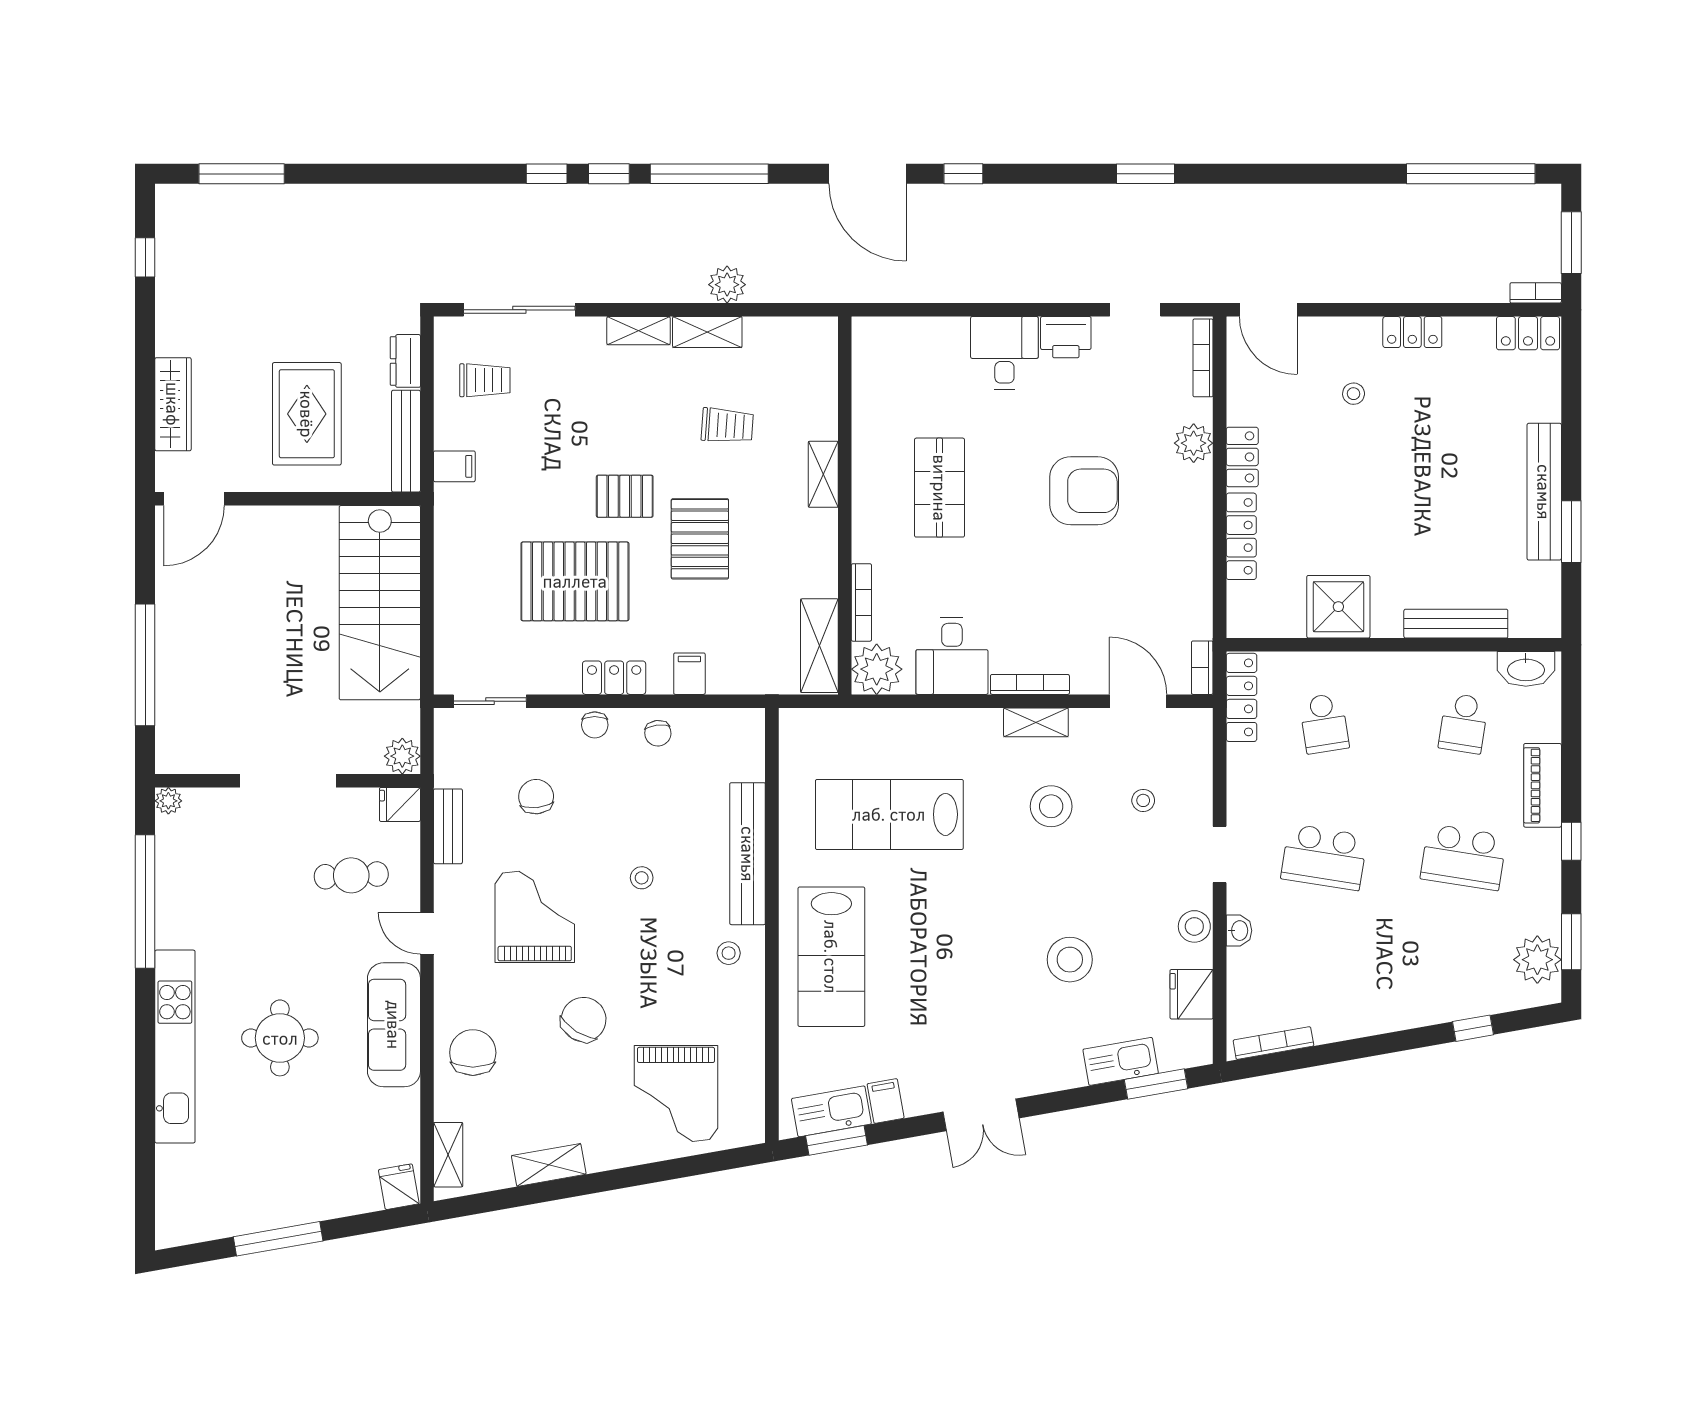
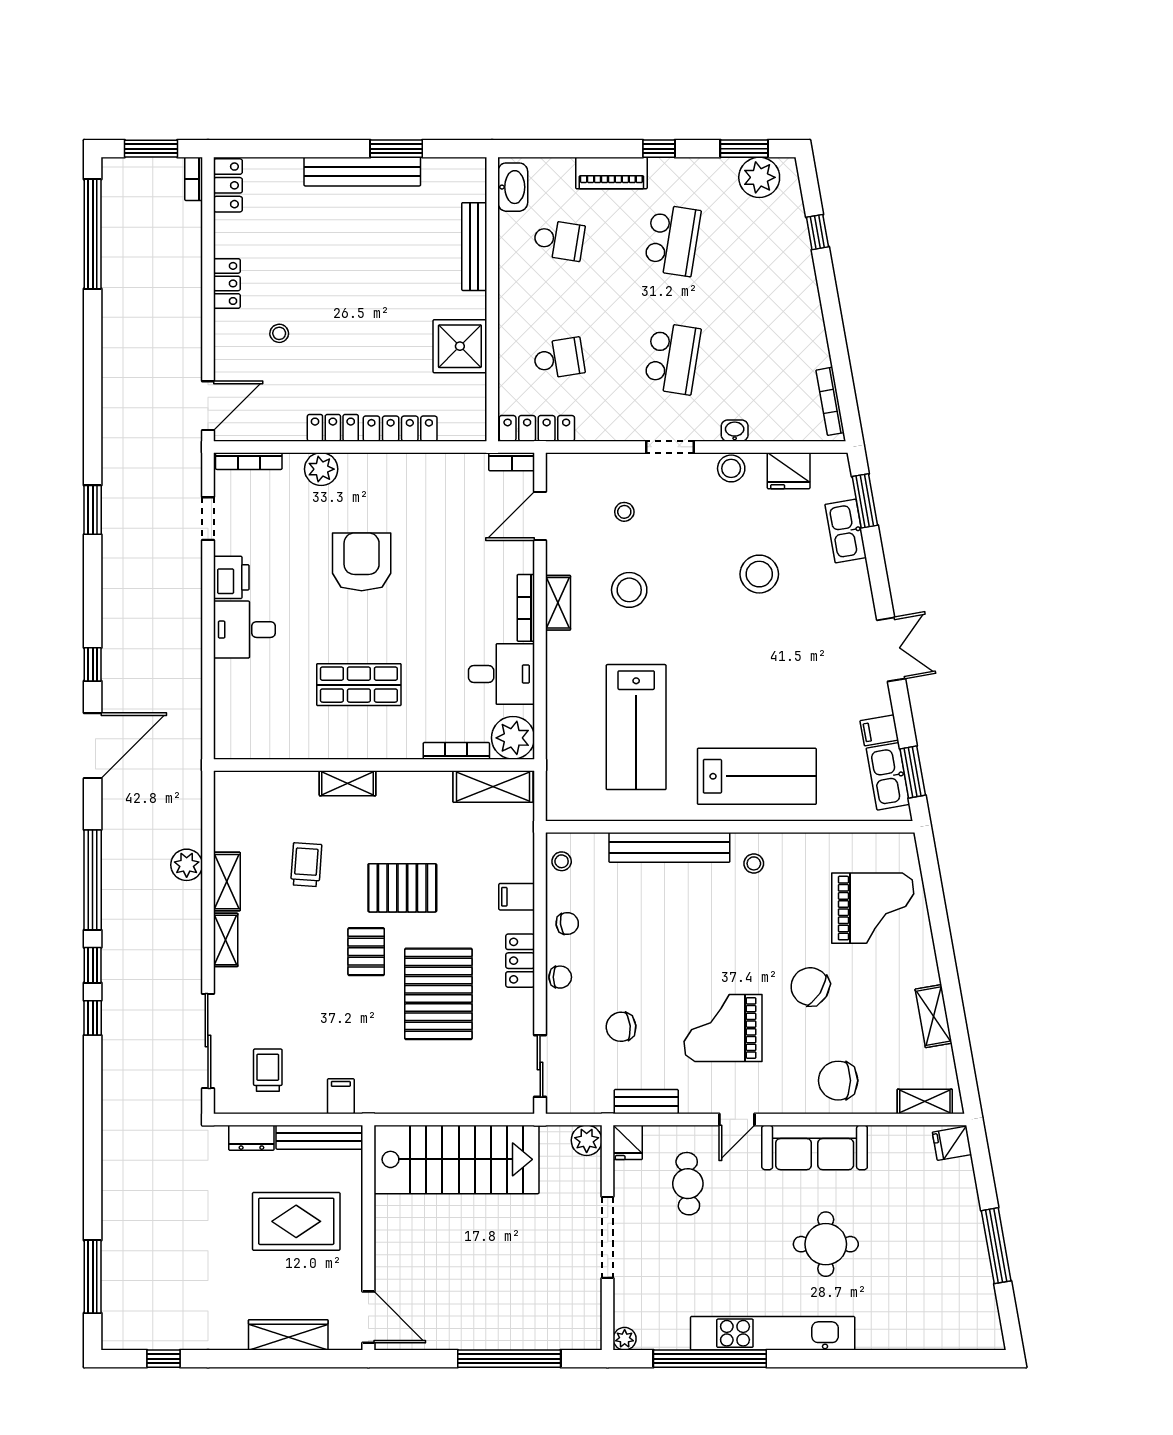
stool: (642, 878) -> (562, 861), moved
kitchen unit: (175, 1047) -> (773, 1333), moved

